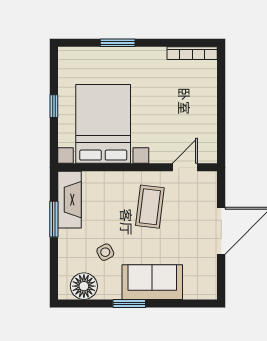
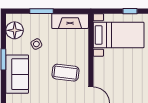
bed with nightstands: (103, 124) -> (119, 35), width x0.73
window: (54, 219) -> (42, 11), moved

